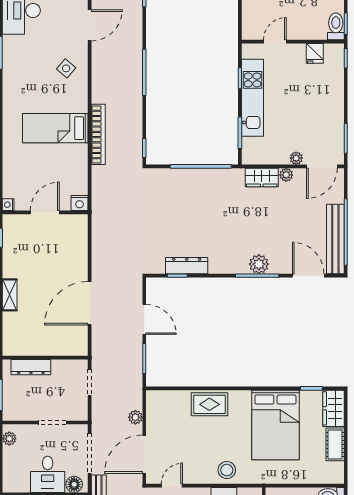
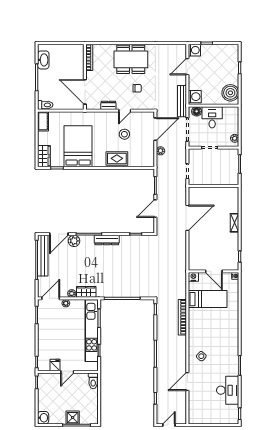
toilet: (336, 26) -> (93, 381), moved
door: (275, 42) -> (67, 372), moved
kitchen unit: (252, 98) -> (92, 331), width x1.36
bed: (55, 128) -> (208, 299), moved
door: (45, 212) -> (214, 271), hinge flipped
plant: (259, 264) -> (74, 241), moved
dresser: (187, 266) -> (107, 240), moved
door: (308, 276) -> (59, 234), hinge flipped
door: (144, 319) -> (155, 208), hinge flipped
dresser: (31, 367) -> (222, 180), removed
cot: (335, 444) -> (43, 121), moved
stool: (227, 470) -> (124, 134), moved
door: (172, 486) -> (125, 111), moved

